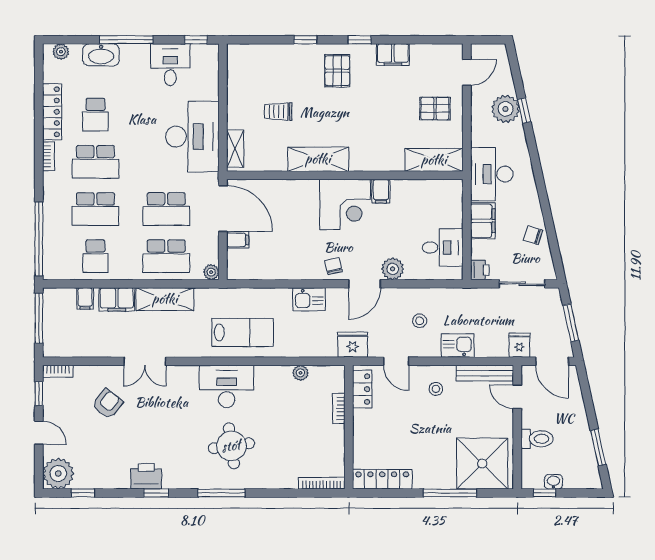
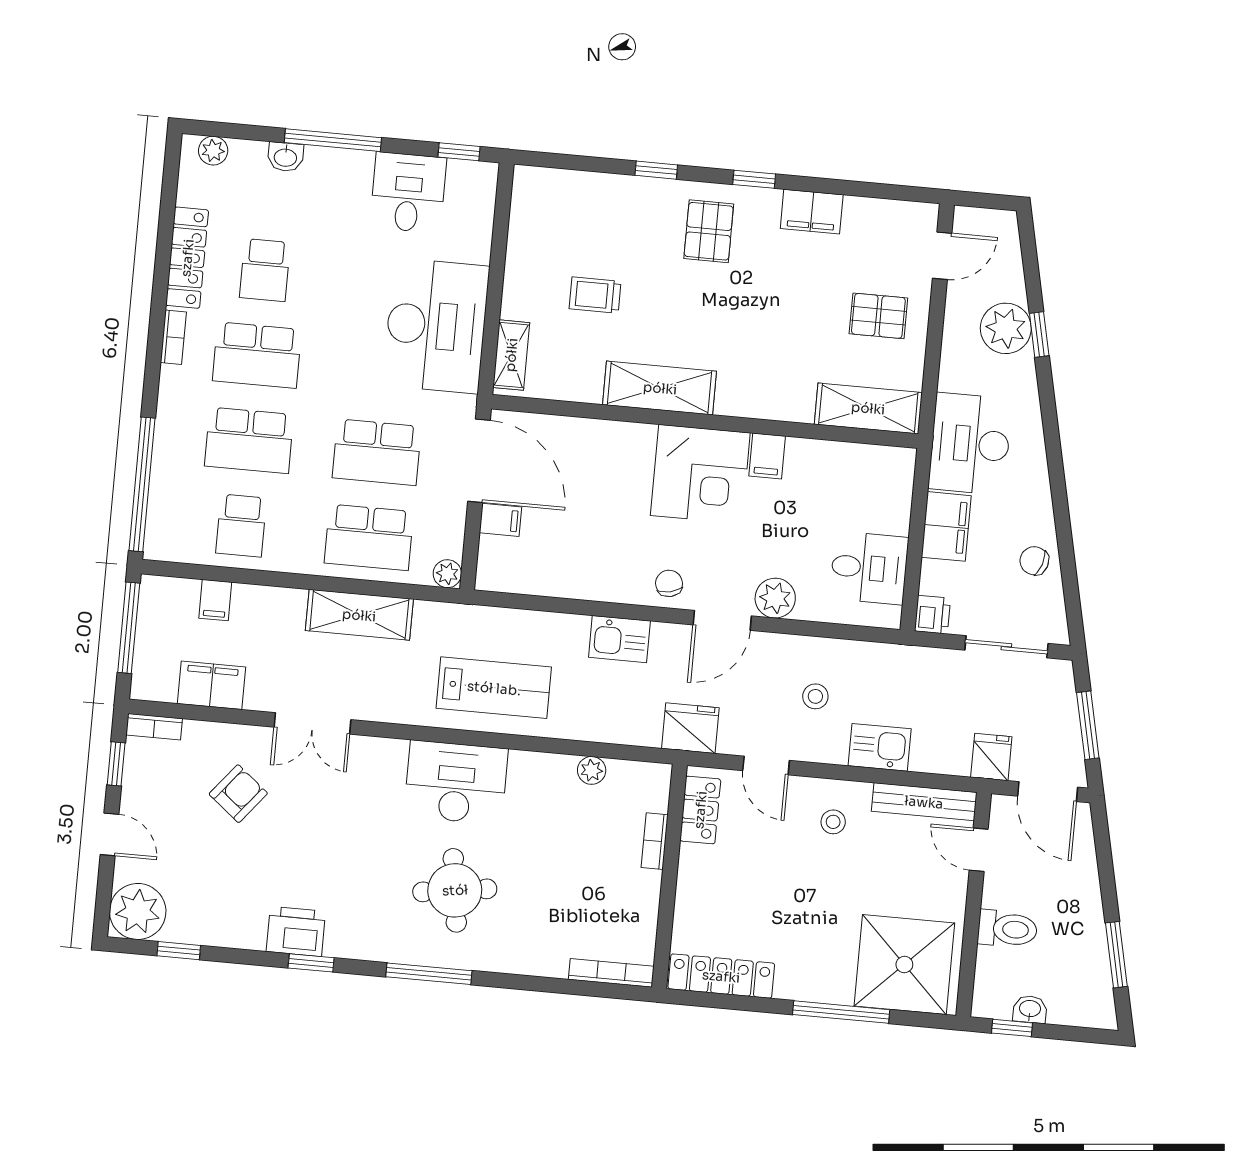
washbasin: (101, 55) -> (285, 157), width x0.52, depth x0.69
filing cabinet: (117, 300) -> (212, 685), moved, turned 180

